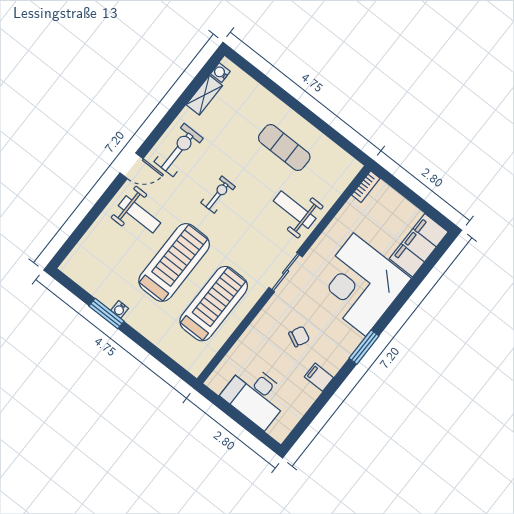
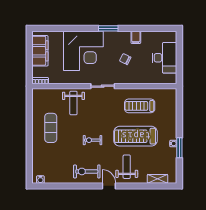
shelving: (204, 95) -> (157, 179), moved
filing cabinet: (419, 245) -> (40, 51), moved, turned -90
treadmill: (214, 304) -> (140, 106), width x0.73, depth x0.73

